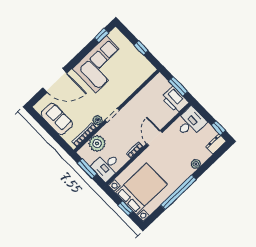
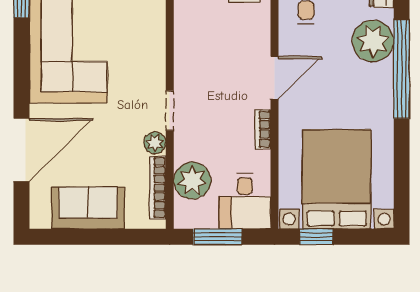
door: (154, 138) -> (275, 78), swing flipped
plant: (196, 164) -> (373, 41), width x1.88, depth x1.88
window: (178, 192) -> (402, 69), moved
window: (125, 208) -> (316, 237), moved

